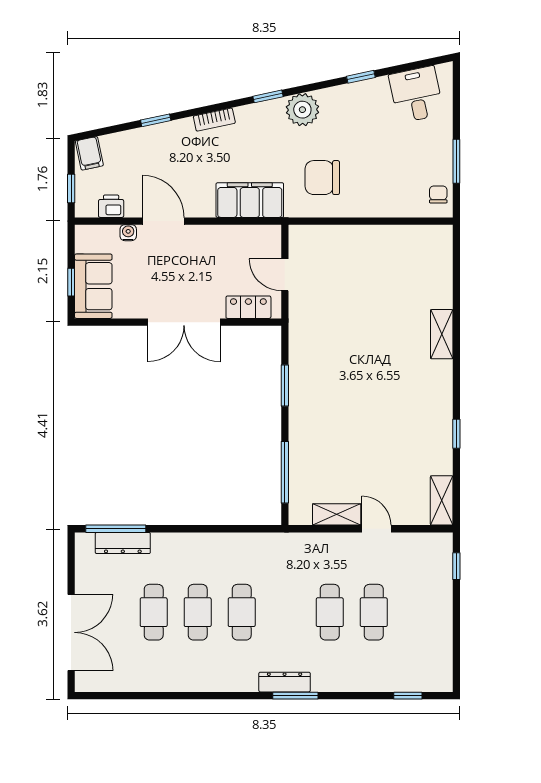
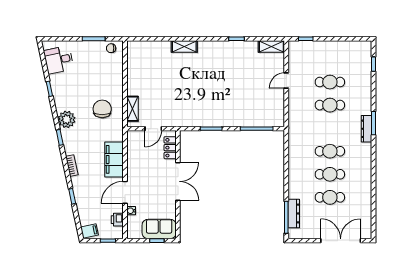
chair: (322, 178) -> (102, 109), turned 180
filing cabinet: (250, 200) -> (114, 159), moved
shelving: (337, 514) -> (132, 109), moved

